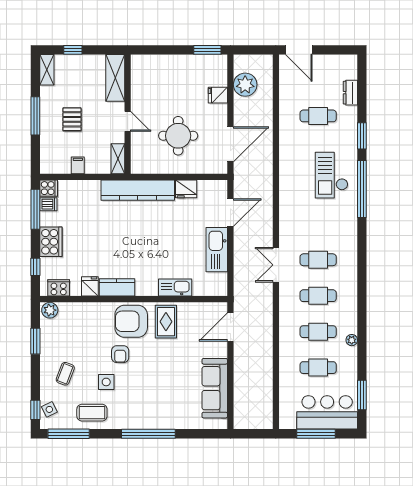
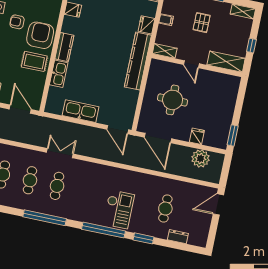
window: (73, 50) -> (251, 46), moved
pallet: (72, 119) -> (202, 23), turned 90
door: (128, 121) -> (191, 64), hinge flipped
checkout: (332, 175) -> (119, 209), turned 90
fridge: (186, 189) -> (146, 25), moved
door: (230, 213) -> (118, 130), moved
window: (362, 267) -> (45, 218), added
kitchen counter: (117, 287) -> (64, 47), moved

